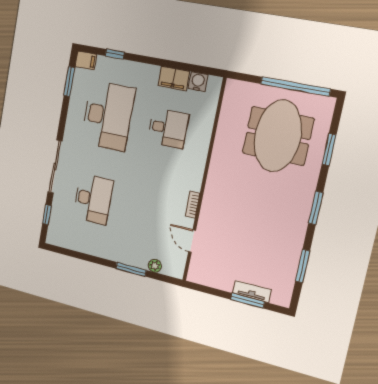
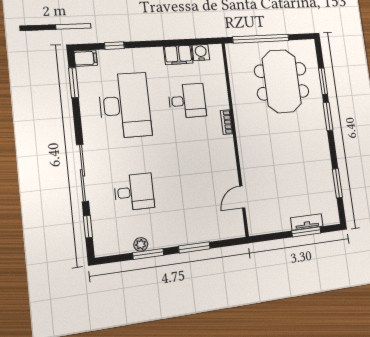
window: (295, 86) -> (261, 39), moved
desk: (93, 199) -> (134, 192), width x0.73
bookcase: (193, 205) -> (227, 122), moved
window: (316, 208) -> (328, 116), moved
door: (192, 241) -> (242, 197), hinge flipped
window: (89, 258) -> (148, 254), added
plant: (155, 266) -> (141, 244), moved

